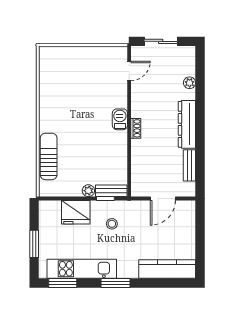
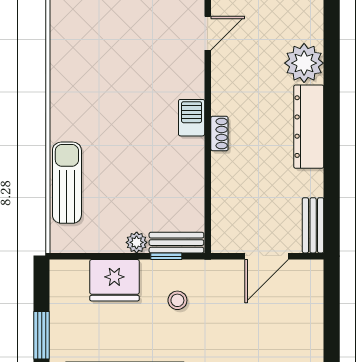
plant: (190, 83) -> (304, 63), width x1.88, depth x1.88
bench: (189, 165) -> (313, 225), moved

